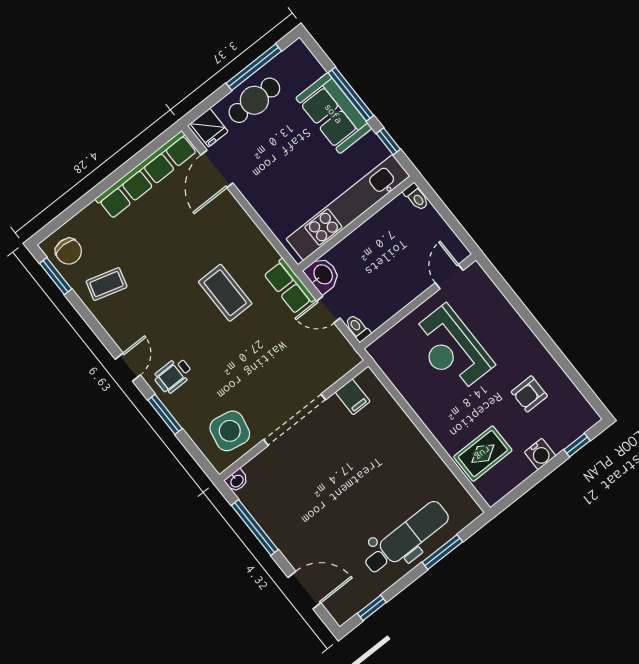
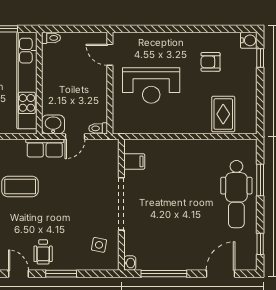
armchair: (529, 394) -> (211, 62), turned 90
side table: (230, 431) -> (99, 245), width x0.54, depth x0.54
water cooler: (540, 454) -> (249, 40), moved
dental chair: (406, 538) -> (236, 194), turned 180

